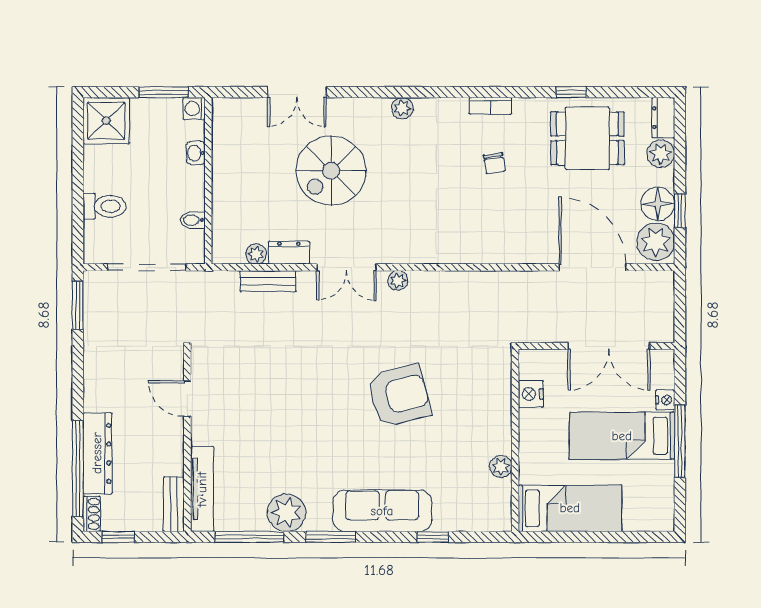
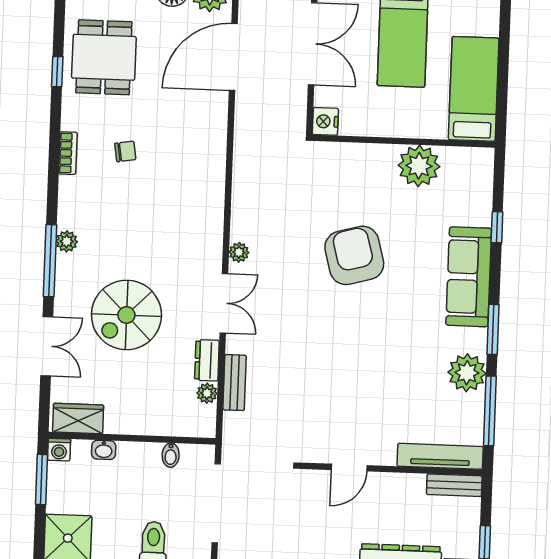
window: (382, 92) -> (50, 261), added
wardrobe: (226, 126) -> (78, 419), added
spiral stairs: (331, 171) -> (126, 315), turned 90
nightstand: (531, 394) -> (325, 121), moved, turned 90
plant: (501, 467) -> (419, 166), width x1.87, depth x1.87

